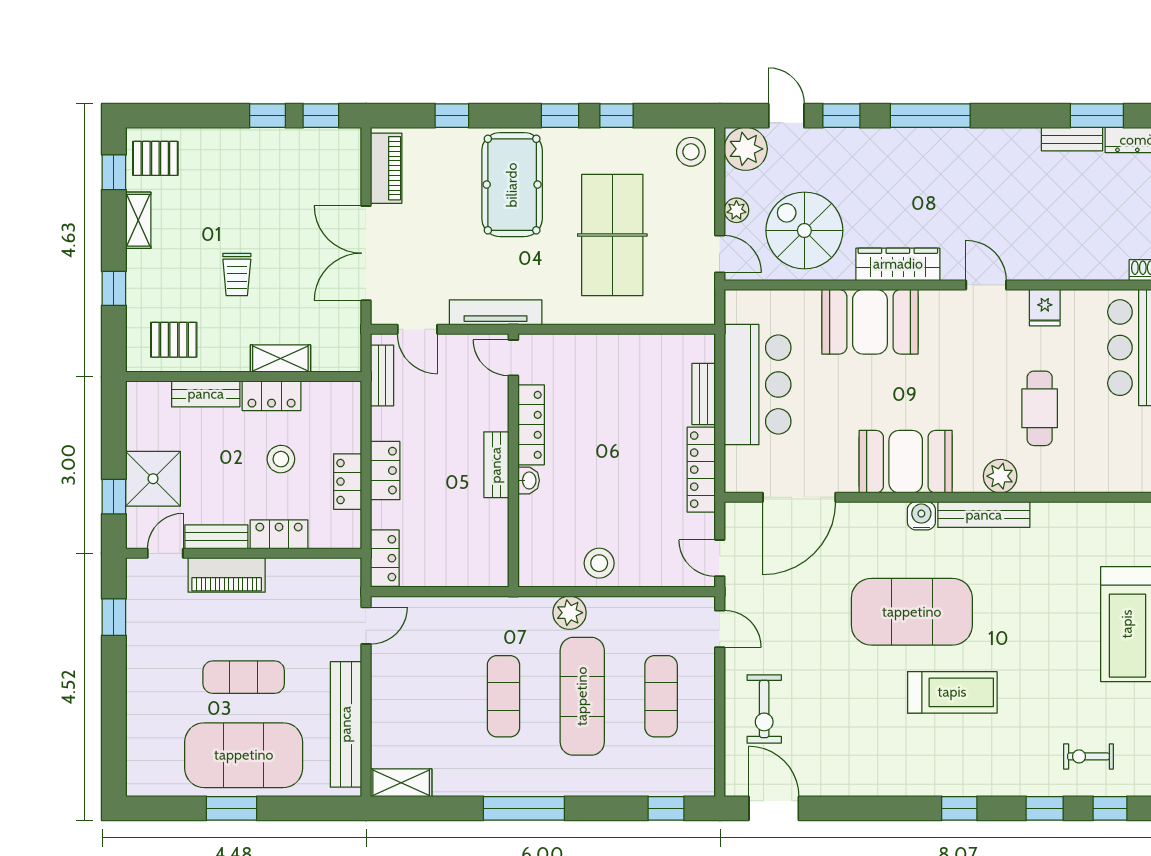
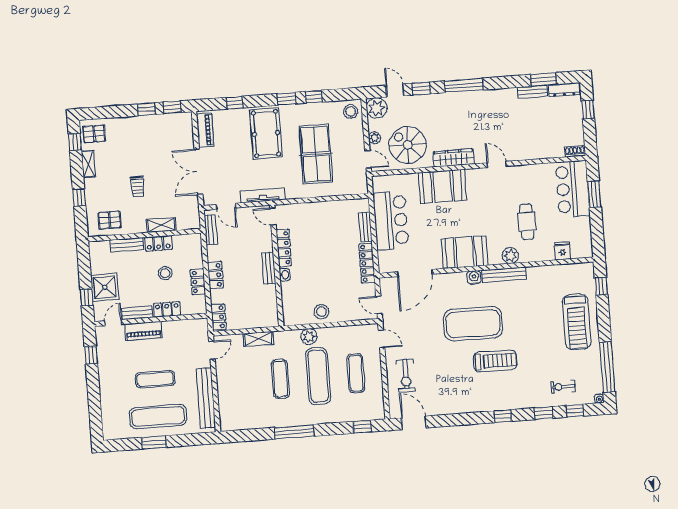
fridge: (1045, 308) -> (563, 251), moved, turned 180
exercise mat: (244, 755) -> (158, 417), width x0.68
shelving: (401, 783) -> (258, 339), moved

